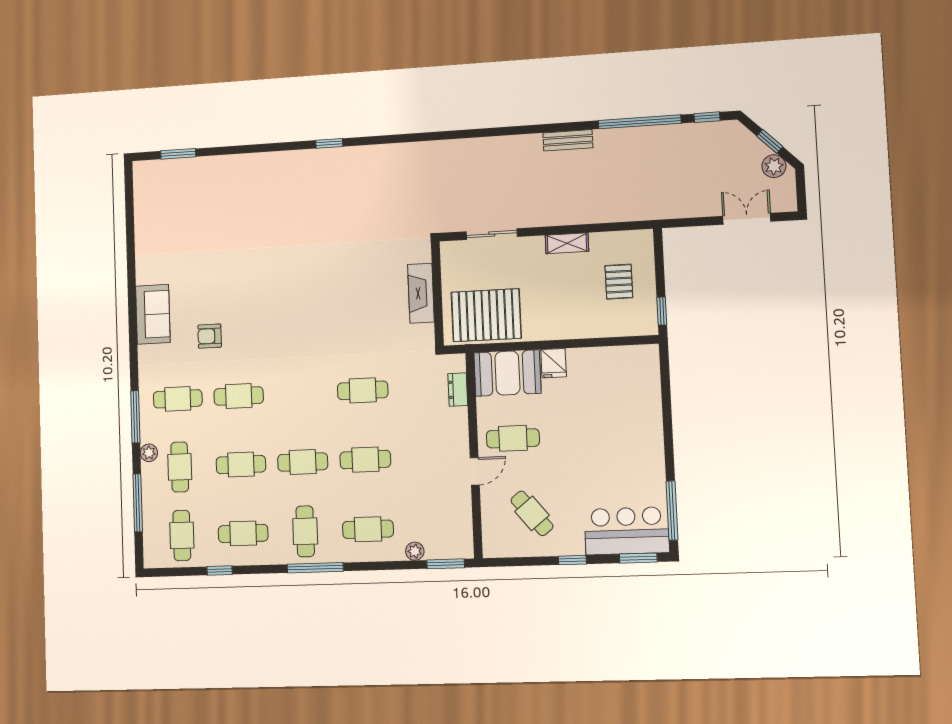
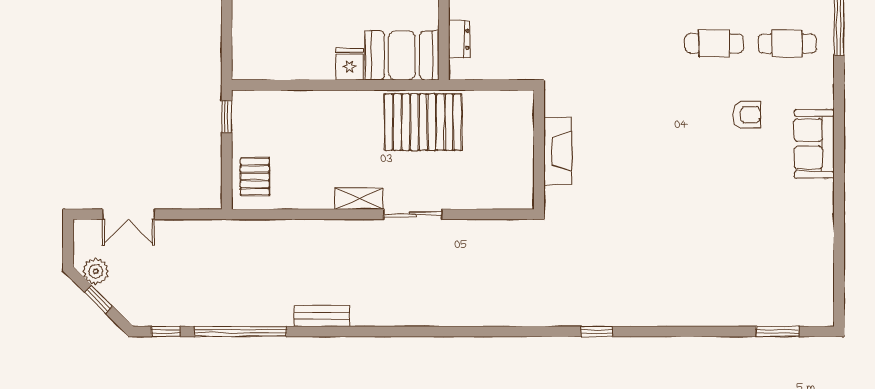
shelving: (567, 243) -> (359, 199), moved
pallet: (619, 282) -> (255, 177), moved
fireplace: (421, 293) -> (558, 151), moved
wall: (437, 294) -> (539, 150), moved
cafe table: (363, 390) -> (568, 43), removed

